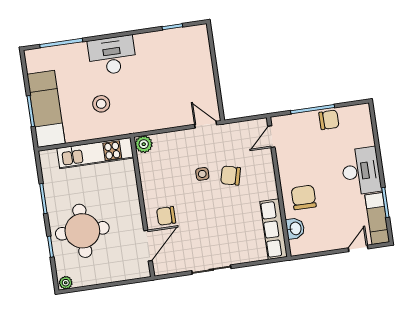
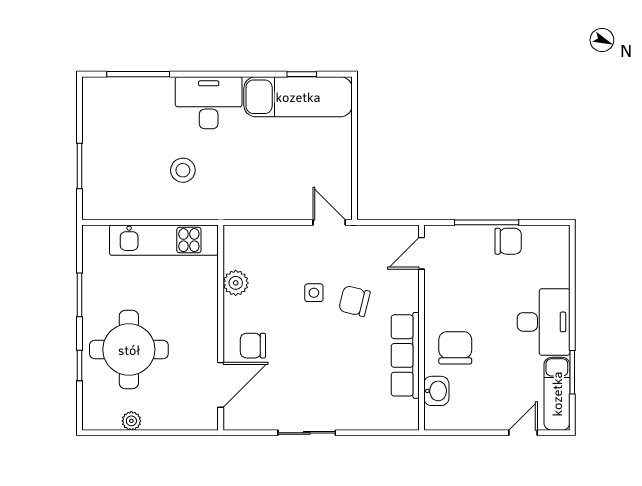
exam couch: (46, 109) -> (298, 97), moved, turned 90
plant: (144, 144) -> (236, 283), moved
row of seats: (274, 229) -> (405, 355), moved
plant: (66, 283) -> (131, 421), moved

